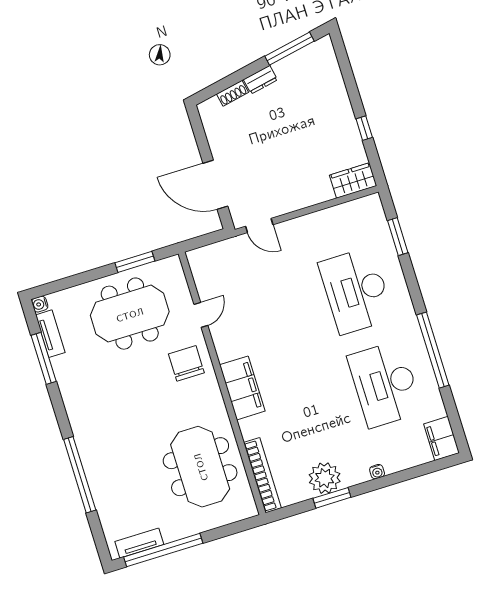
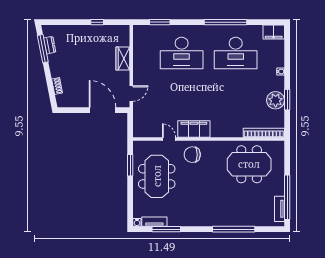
dresser: (260, 80) -> (50, 45), moved
wardrobe: (353, 180) -> (123, 59), moved
door: (215, 185) -> (103, 110), swing flipped
filing cabinet: (242, 388) -> (194, 129), moved

